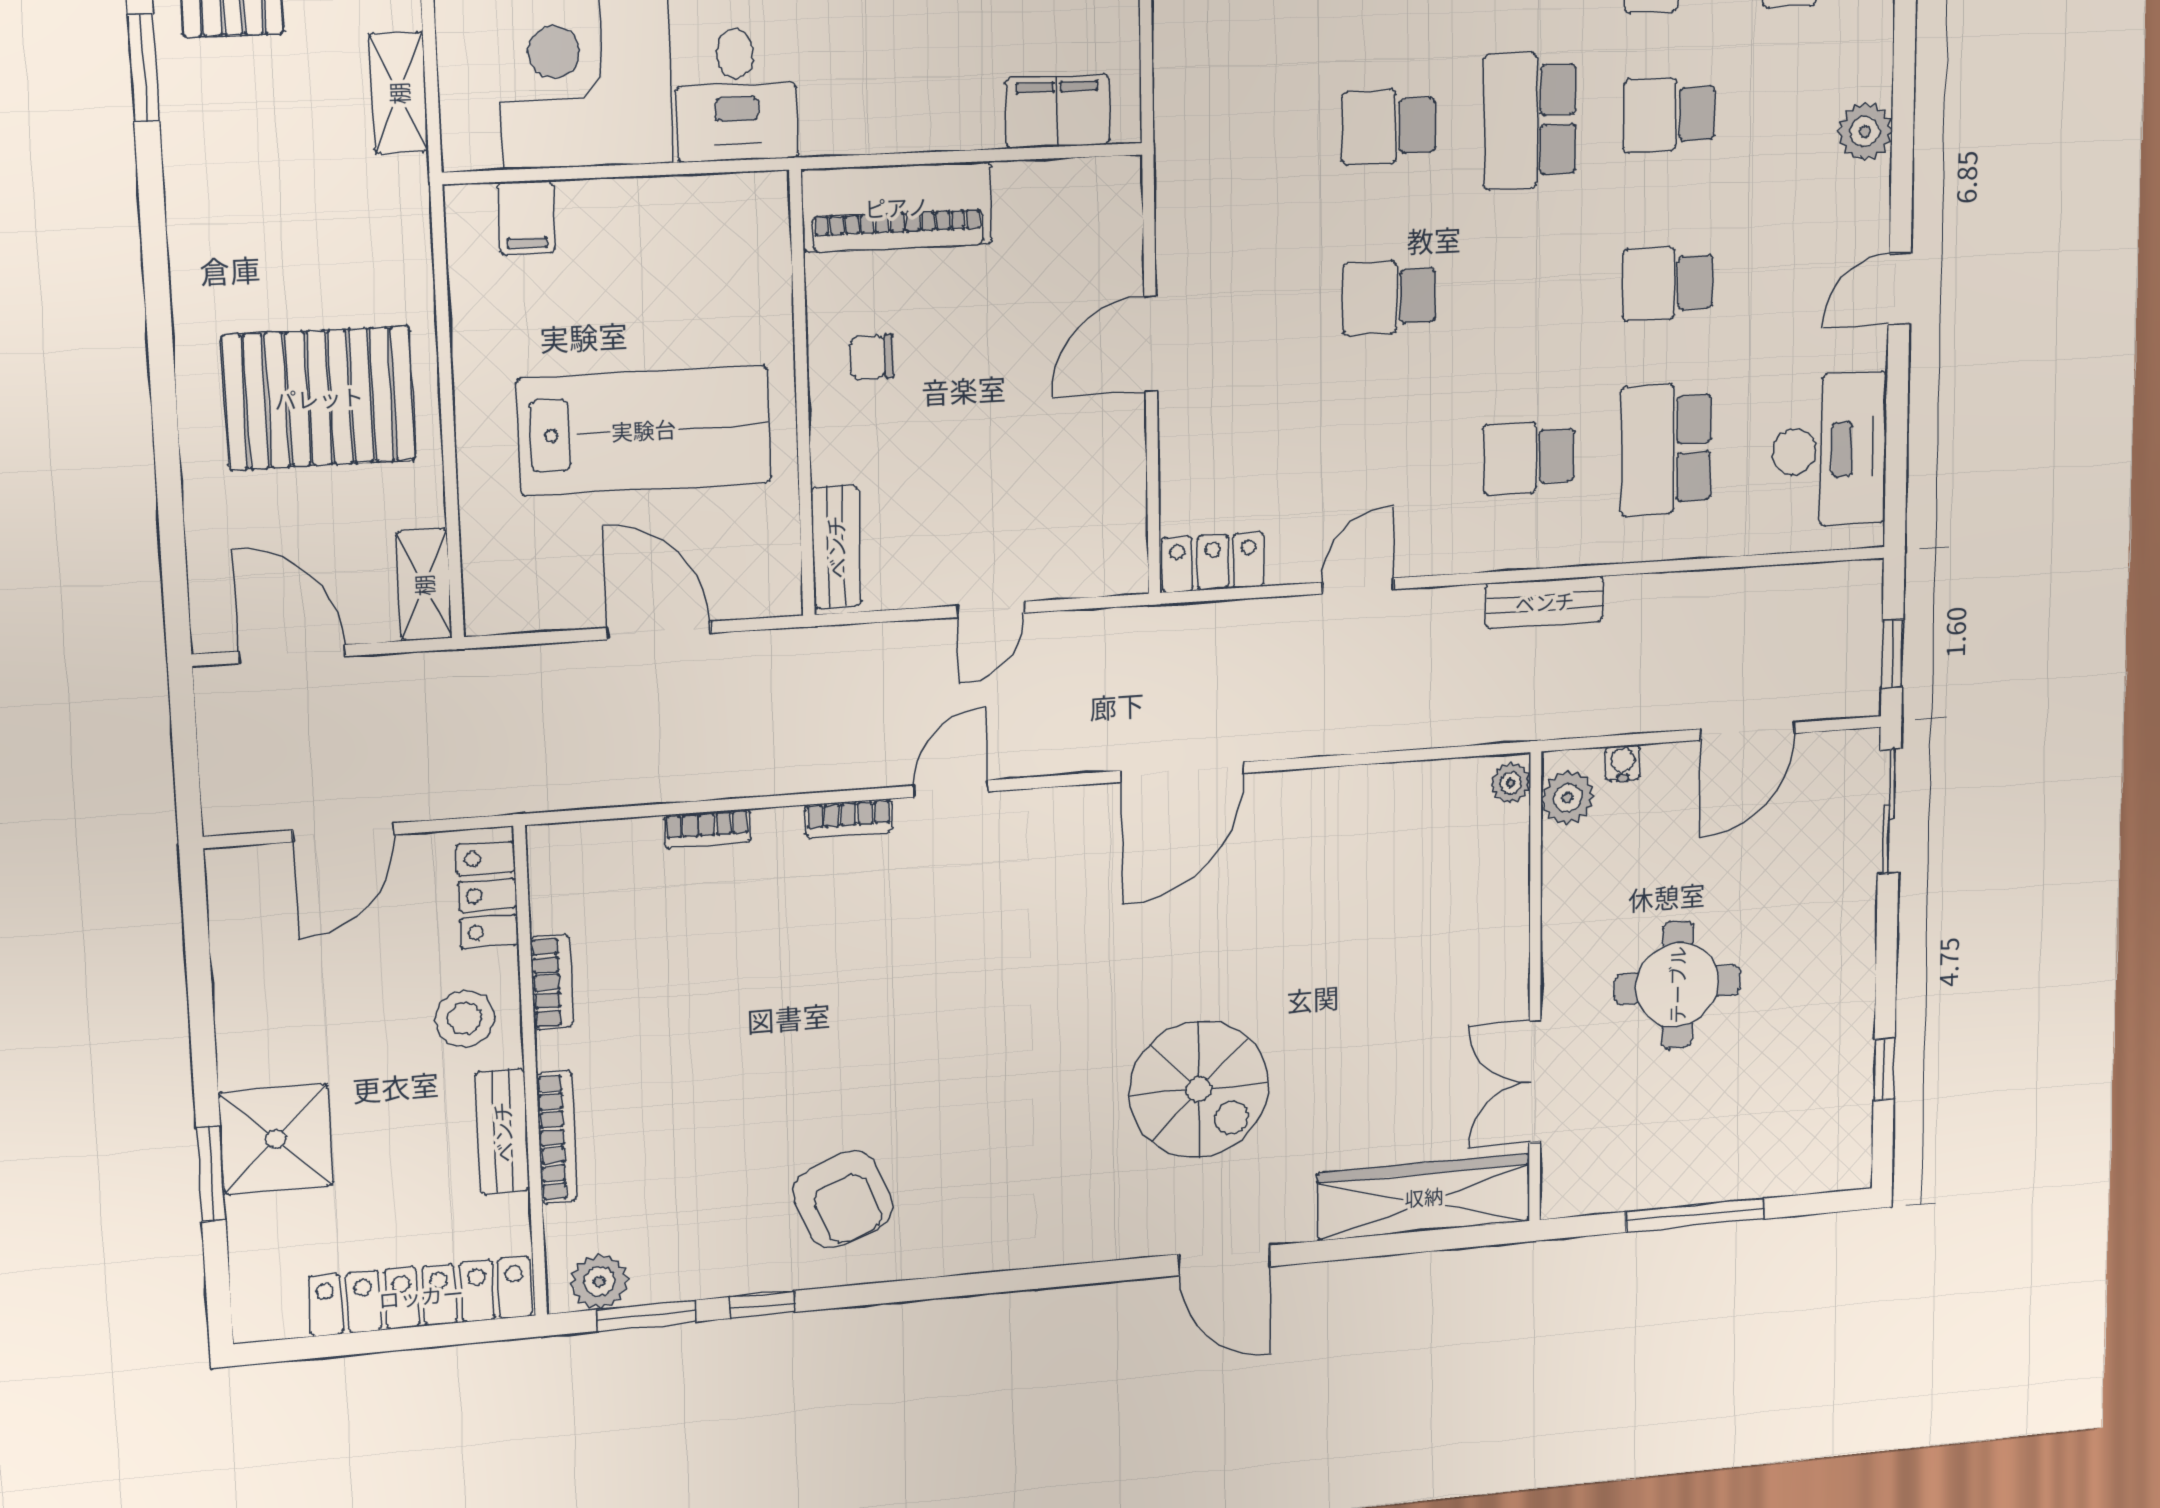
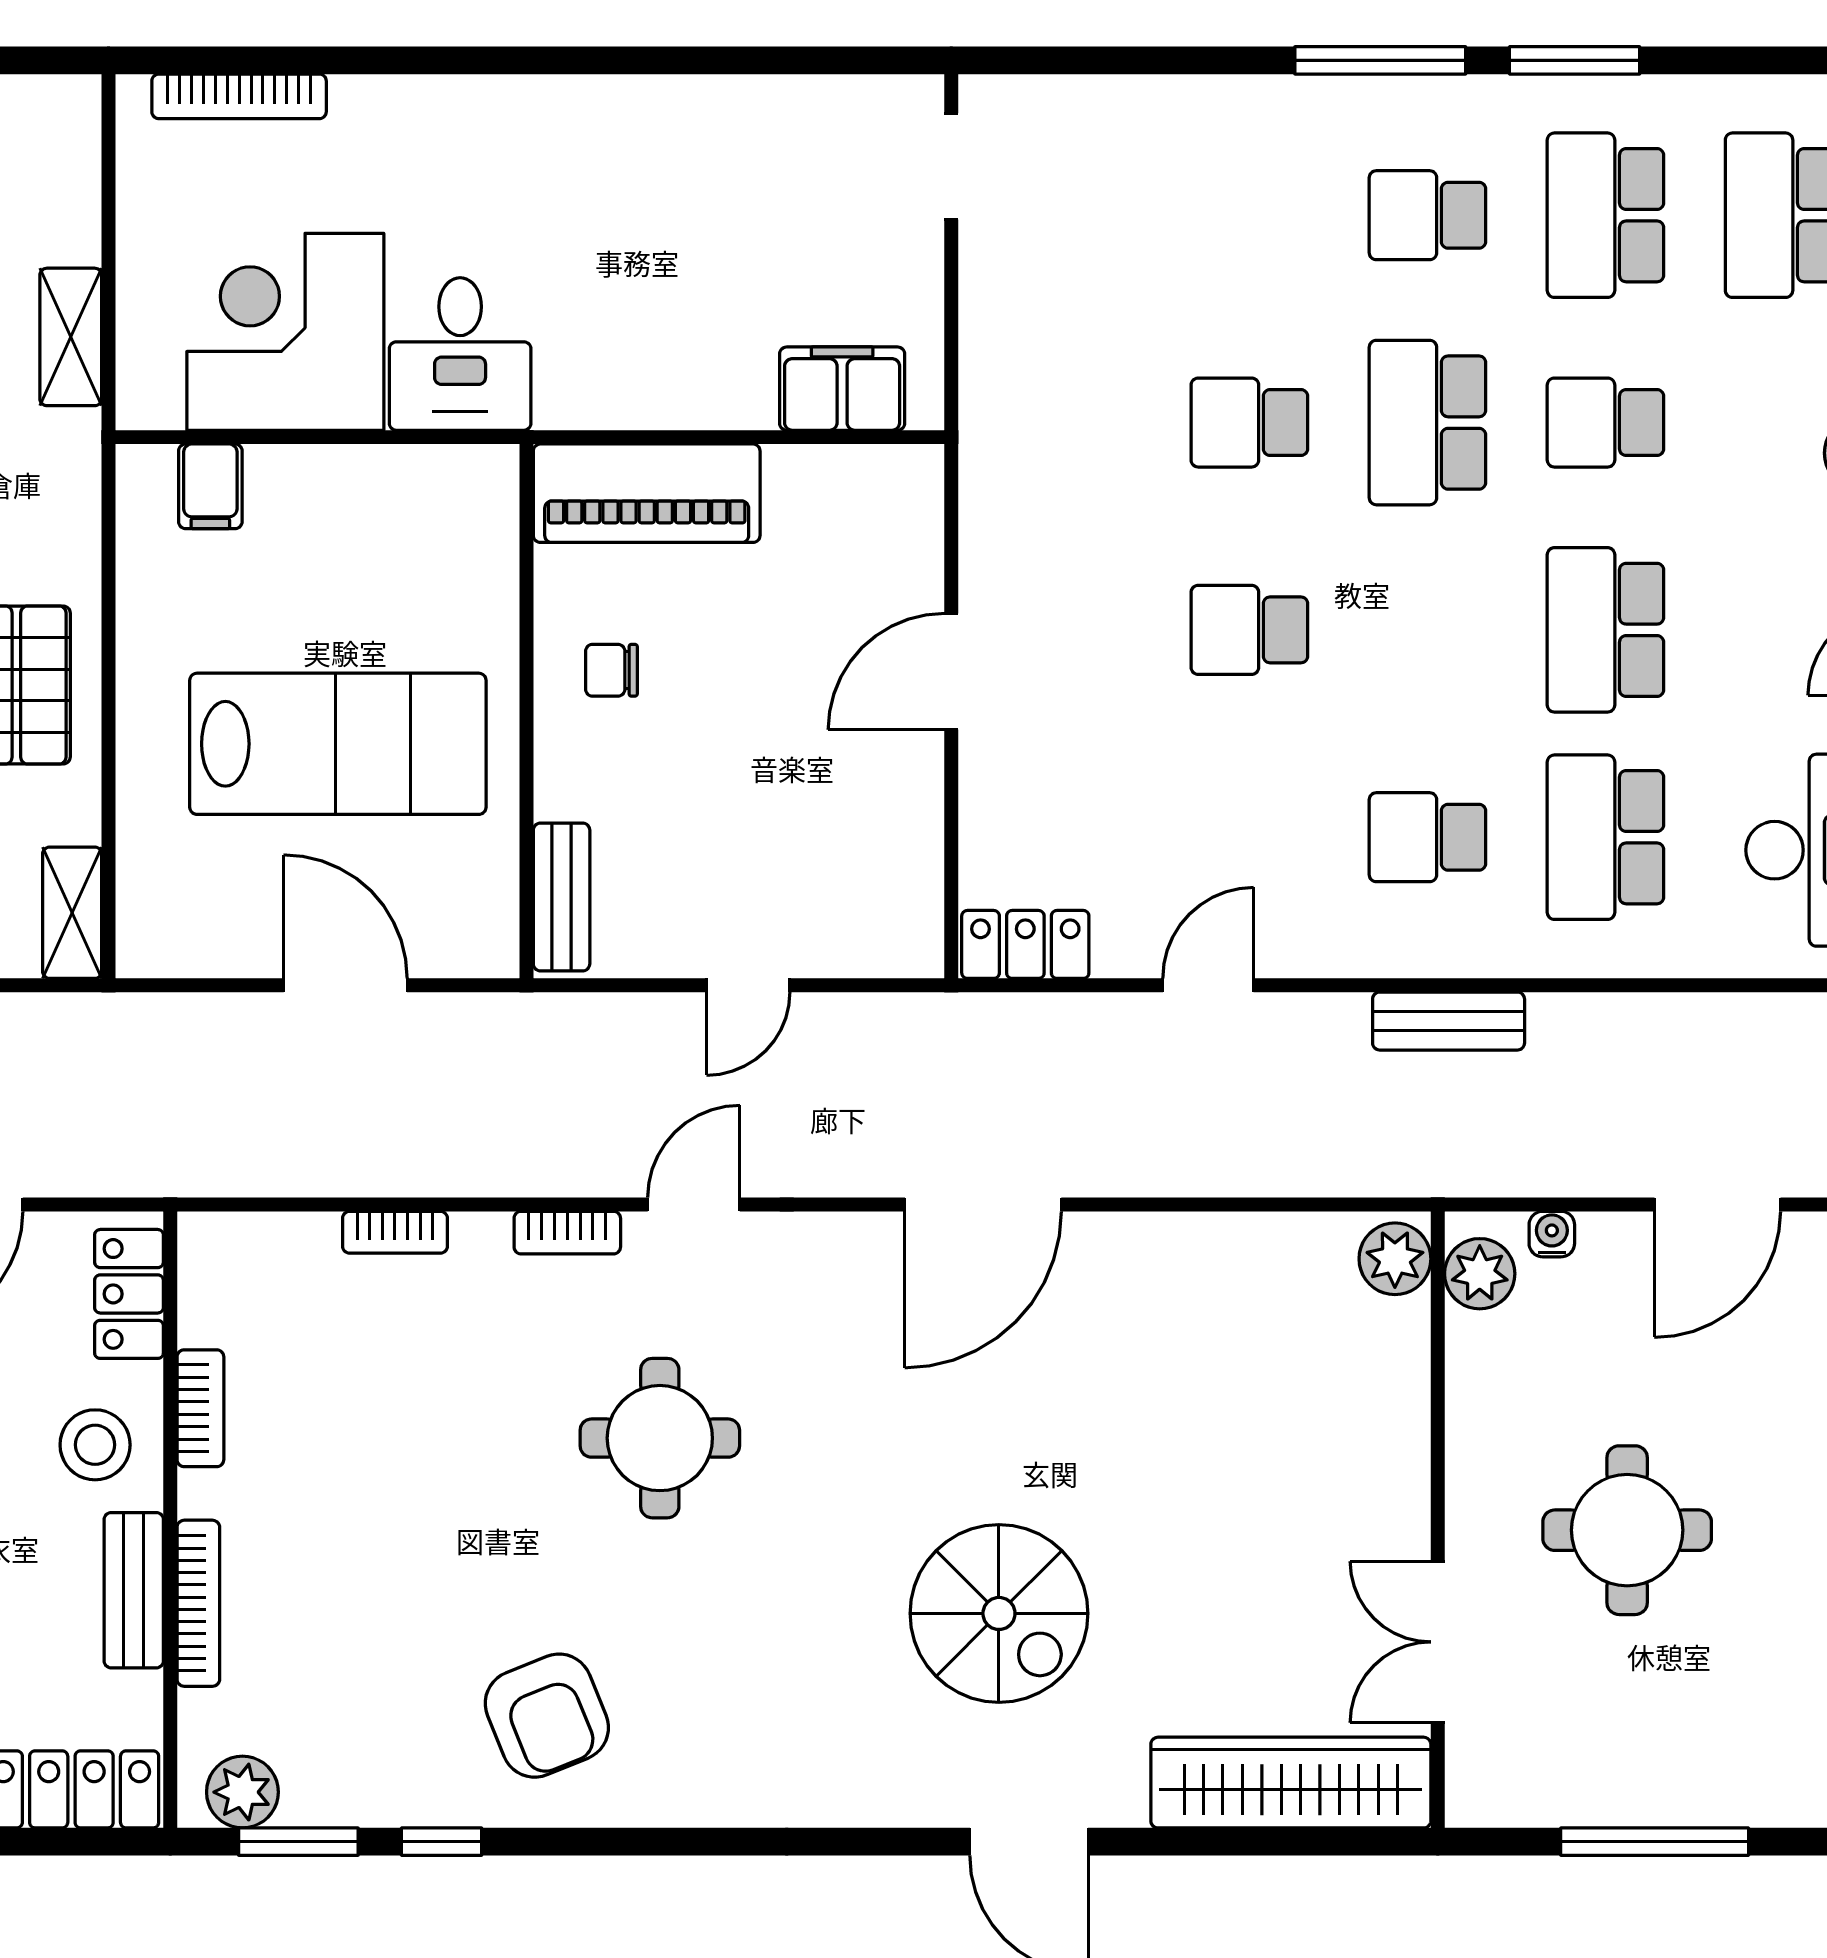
school desk: (1667, 283) -> (1605, 630), width x1.85
plant: (1511, 783) -> (1395, 1259), width x1.38, depth x1.38
round table: (928, 976) -> (660, 1438), added

